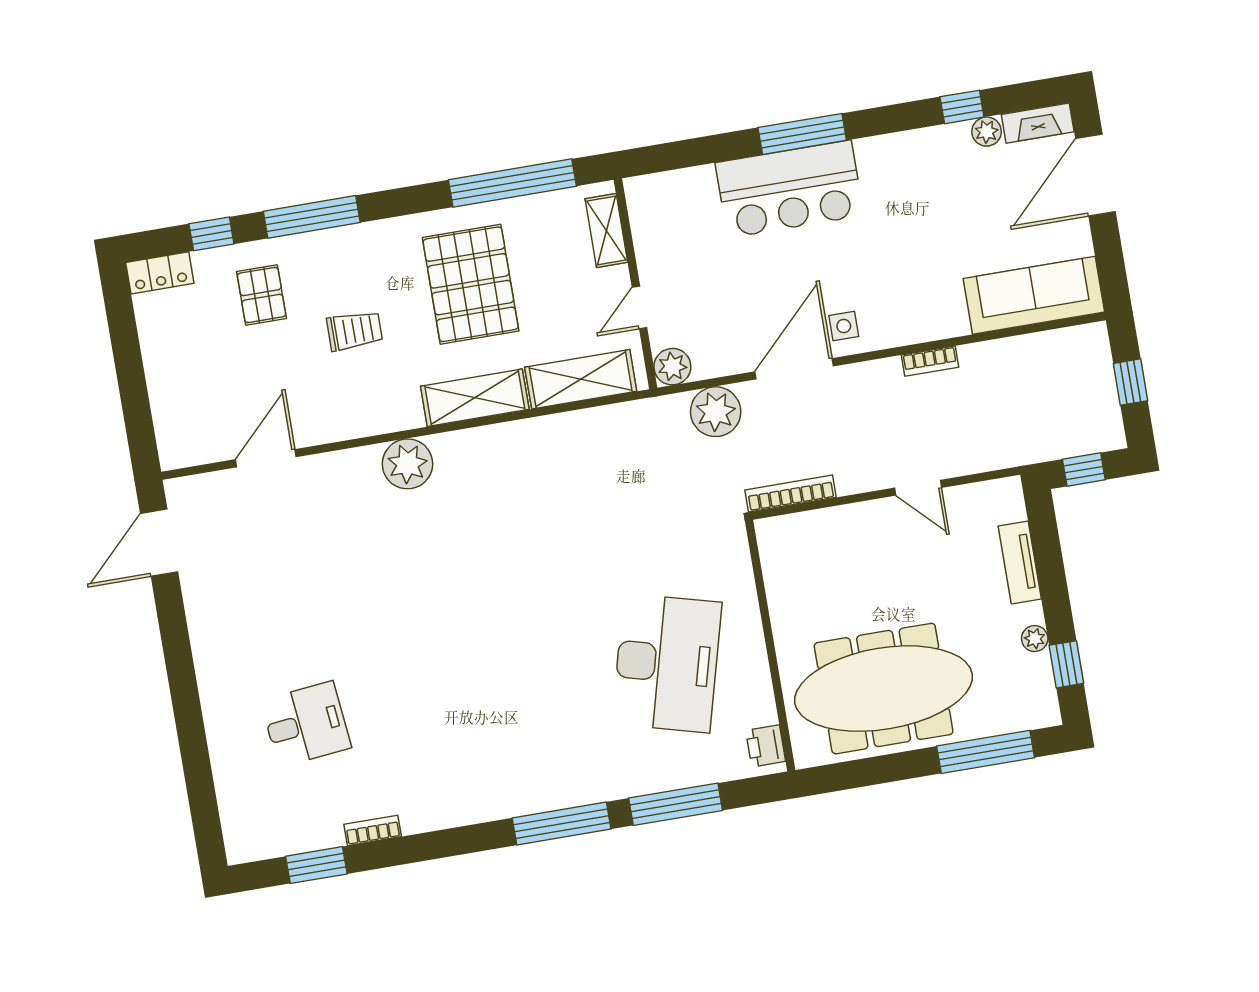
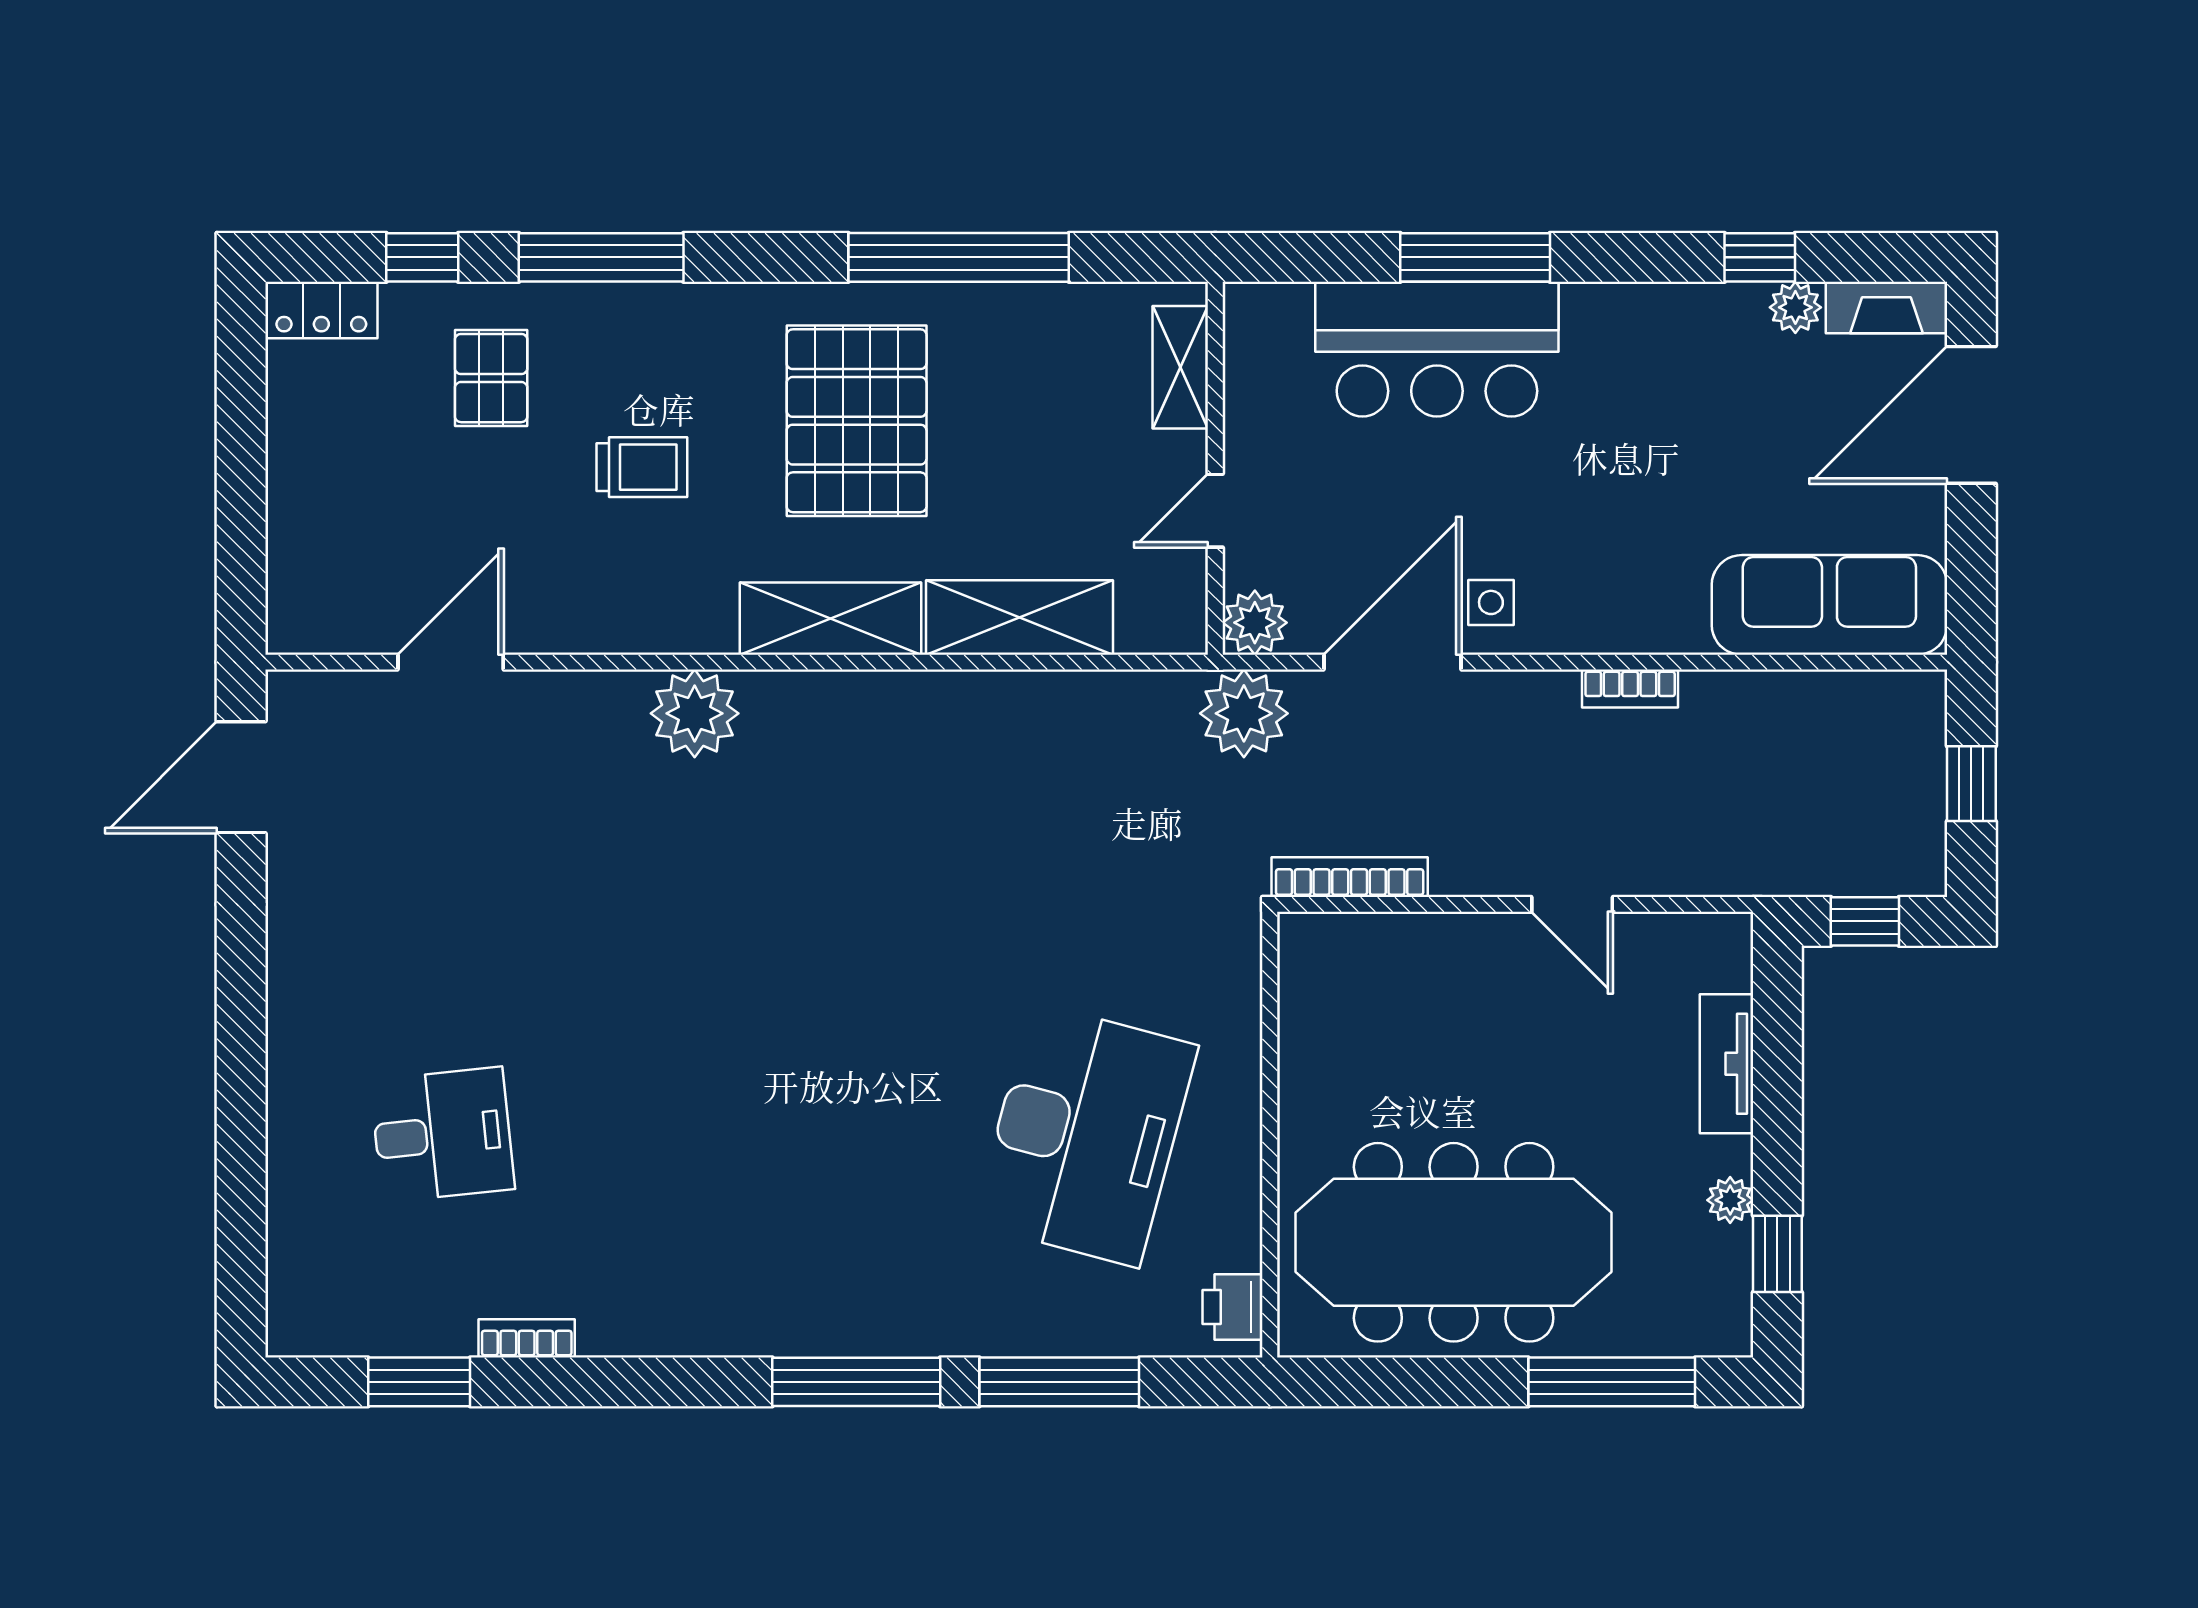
shelving: (606, 230) -> (1180, 367), moved
wall: (636, 284) -> (1215, 468), moved
door: (640, 308) -> (1215, 511), moved
plant: (672, 367) -> (1255, 623), moved

